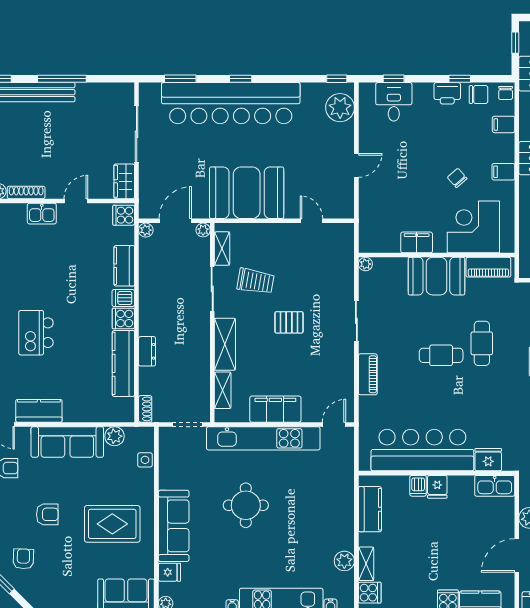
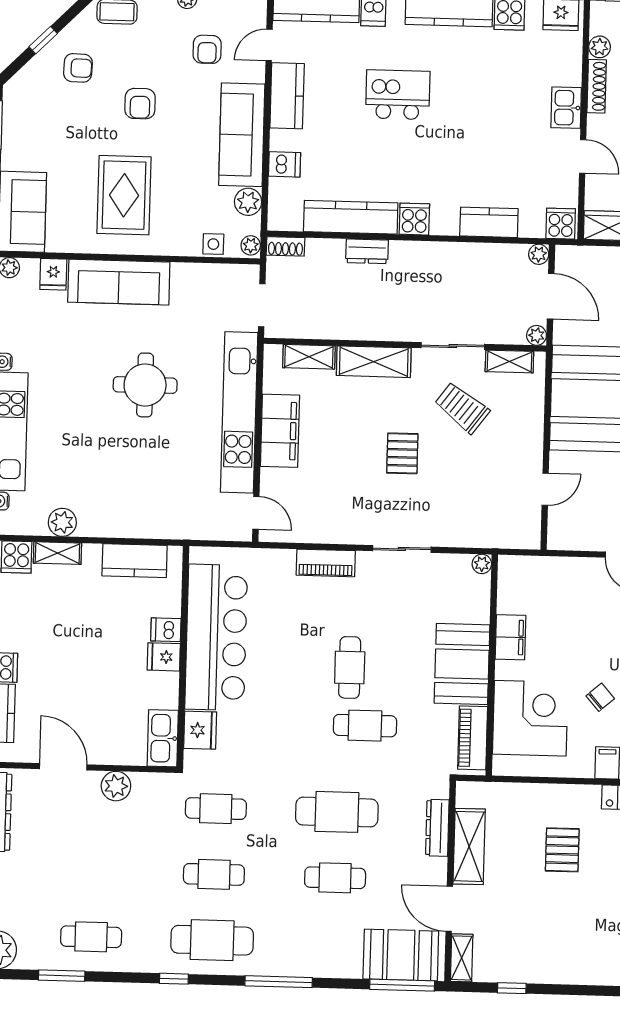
trolley: (256, 281) -> (462, 408), turned 117
dishwasher: (123, 298) -> (285, 164), moved, turned 90
plant: (145, 433) -> (251, 245), added

